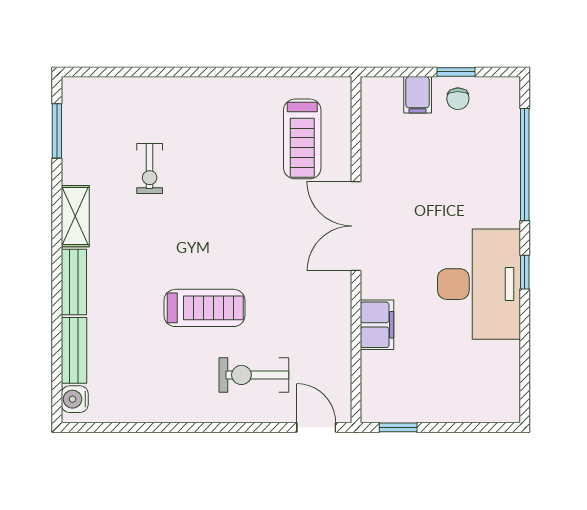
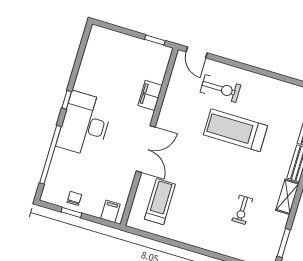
filing cabinet: (418, 95) -> (110, 211), moved
exercise bike: (150, 169) -> (242, 210), turned 180
desk: (479, 284) -> (85, 124), moved
treadmill: (204, 308) -> (235, 130), width x1.37, depth x1.38

